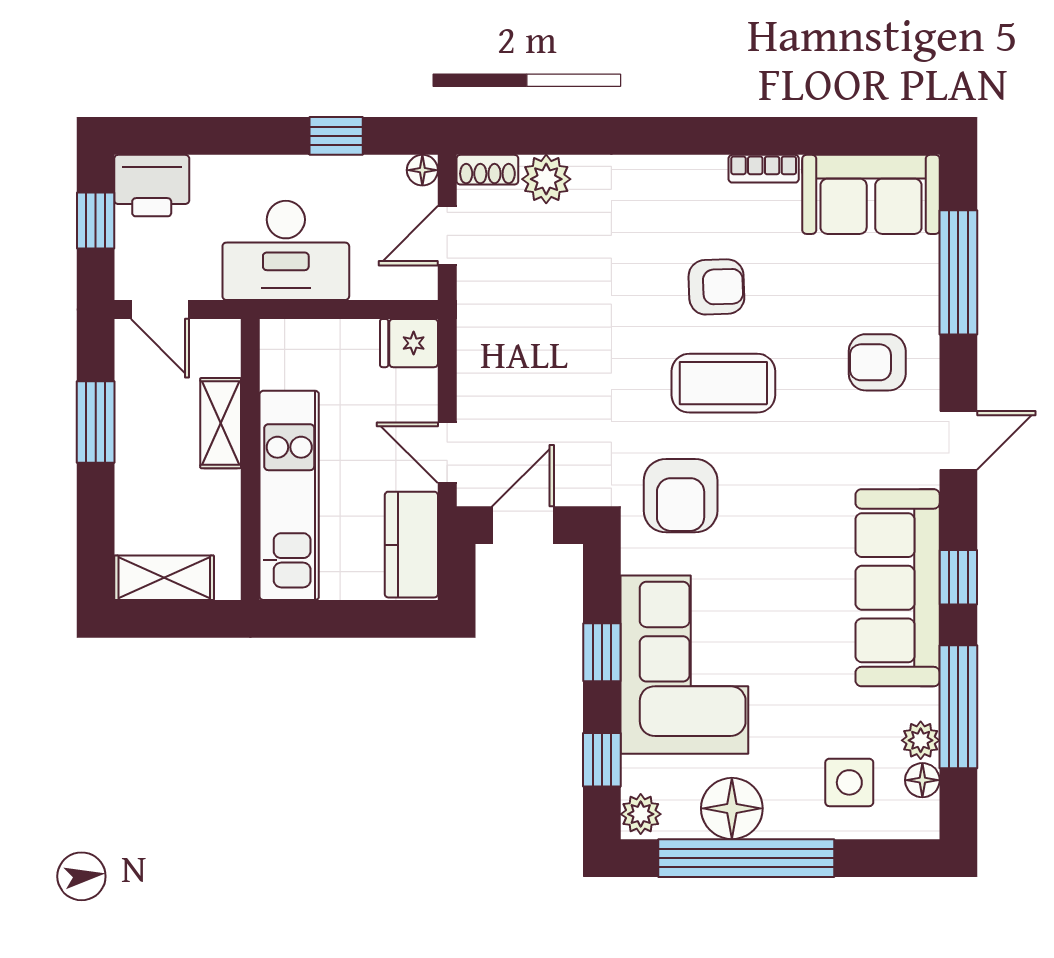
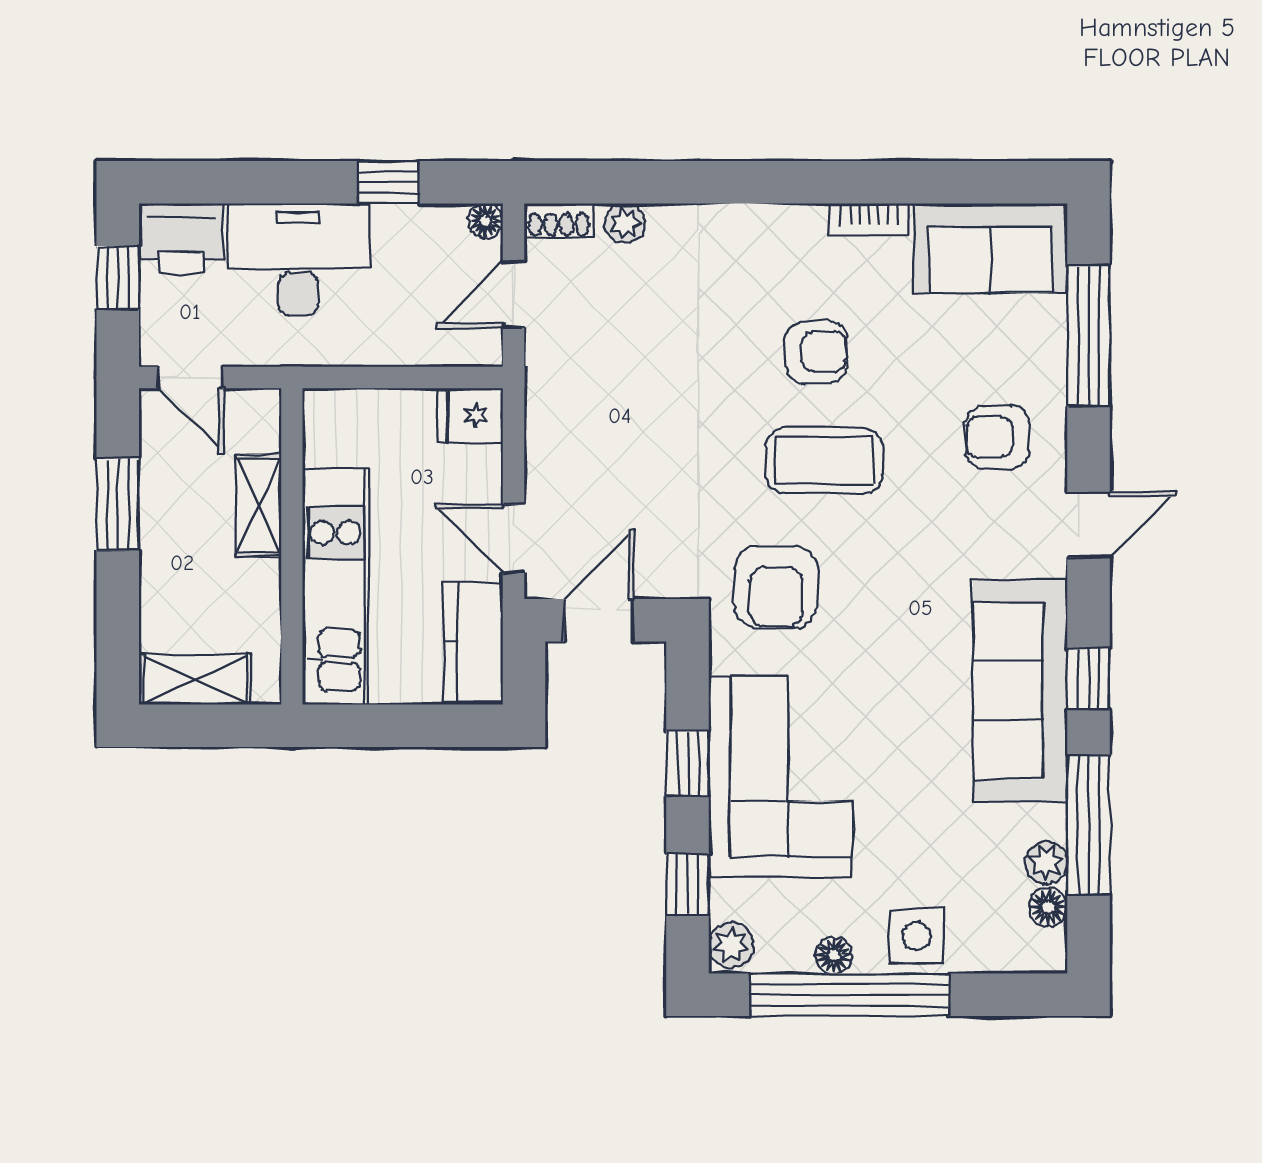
plant: (546, 179) -> (625, 223), width x0.73, depth x0.73
desk: (286, 250) -> (298, 259), moved, turned 180
side table: (849, 782) -> (917, 936), moved
floor lamp: (732, 808) -> (834, 955), width x0.53, depth x0.53

